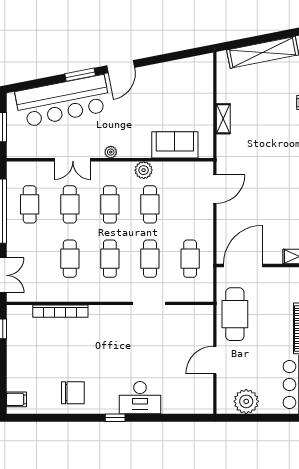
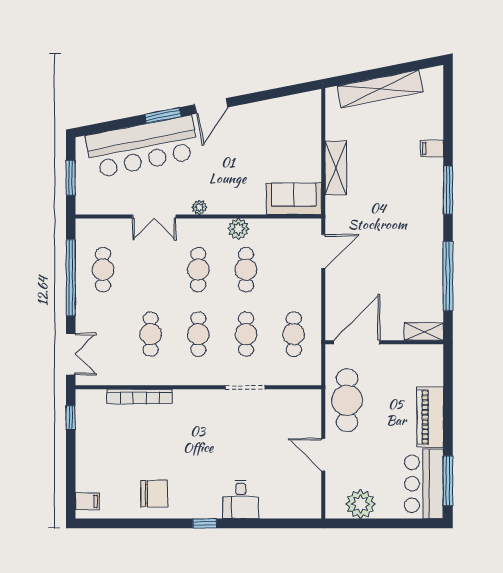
shelving: (223, 119) -> (336, 168), width x1.50, depth x1.33
sofa: (175, 145) -> (294, 199), moved
cafe table: (70, 204) -> (151, 270), removed
door: (215, 360) -> (323, 455), hinge flipped
desk: (140, 398) -> (241, 499), width x0.73

